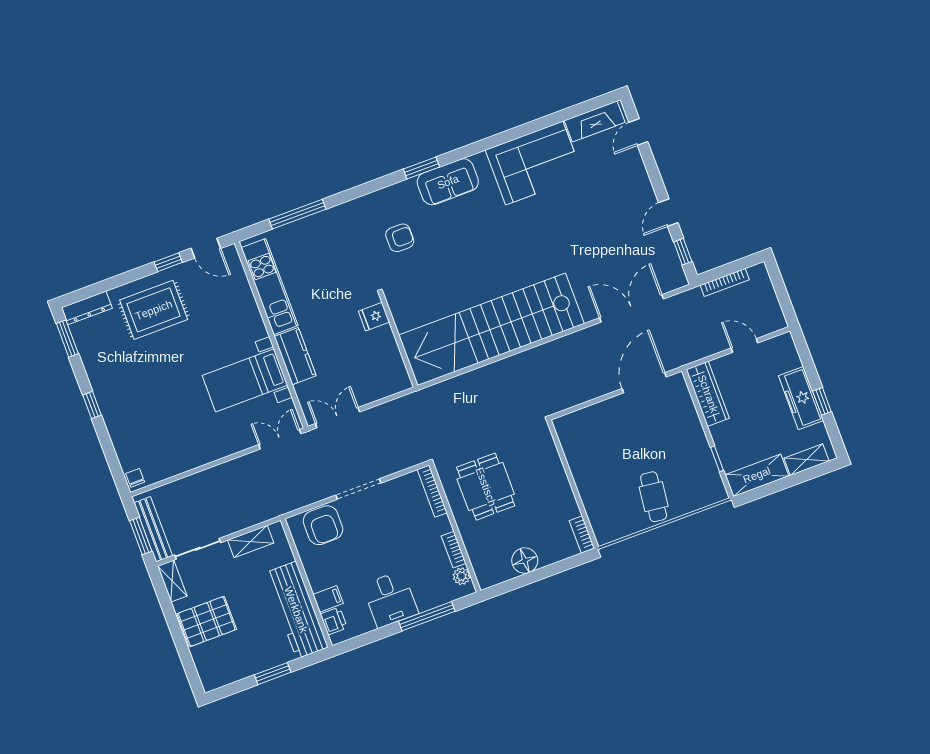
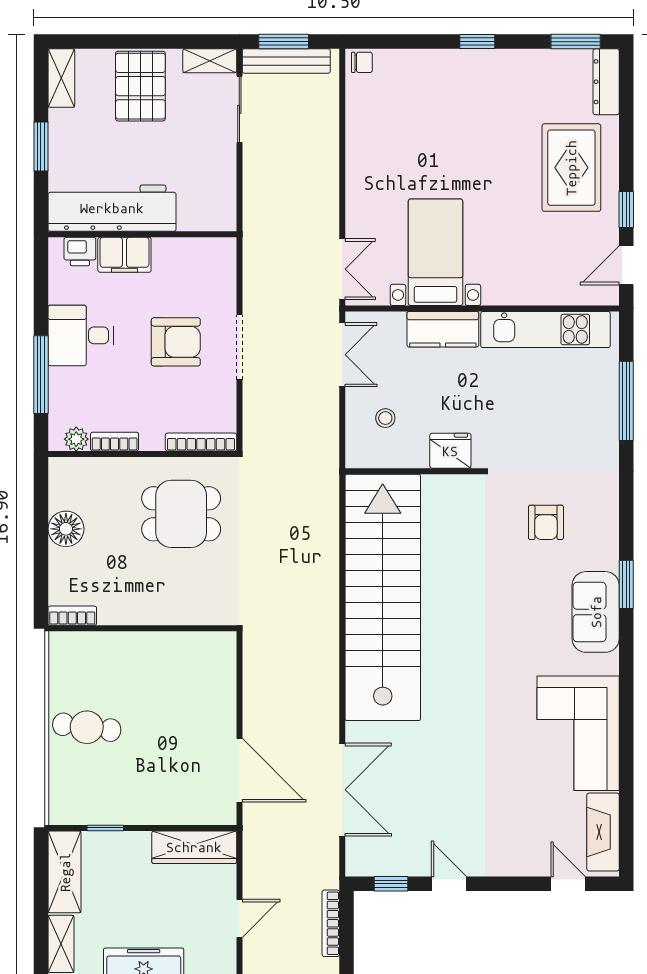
fridge: (374, 317) -> (450, 451), width x1.38
stool: (370, 373) -> (385, 418), added
armchair: (323, 525) -> (176, 342), moved, turned 180
shelving: (251, 541) -> (61, 78), moved
filing cabinet: (328, 599) -> (124, 255), width x2.00

